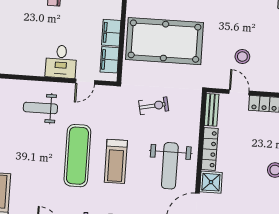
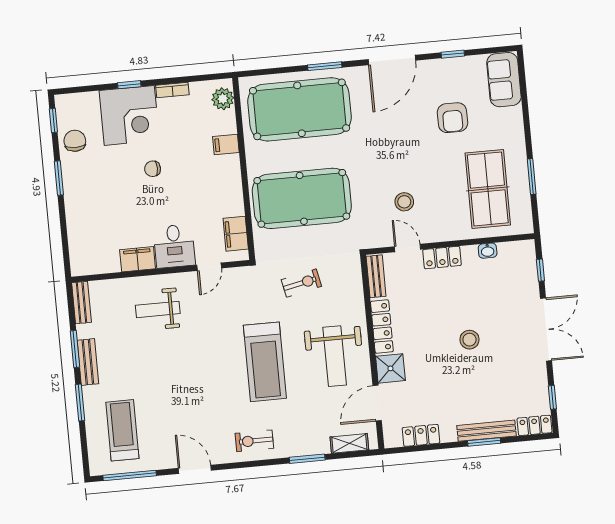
filing cabinet: (111, 33) -> (138, 259), moved, turned 90
exercise mat: (77, 156) -> (215, 362), removed
treadmill: (116, 161) -> (265, 362), width x1.37, depth x1.38

